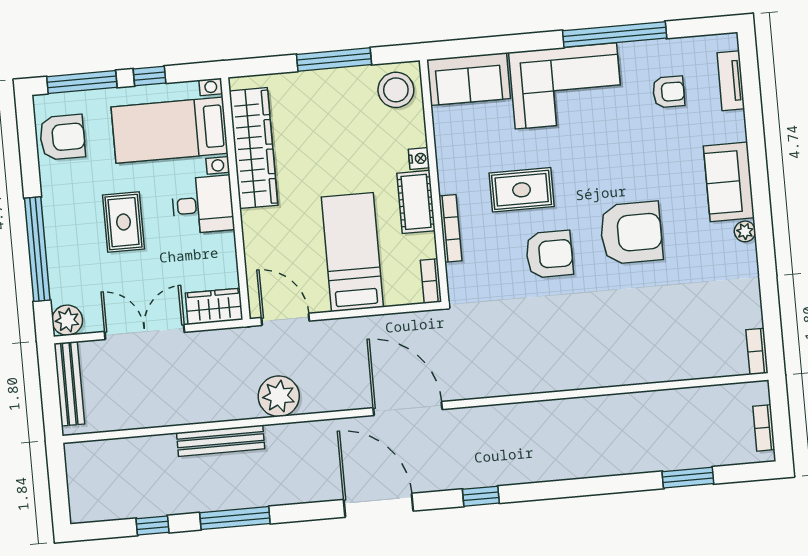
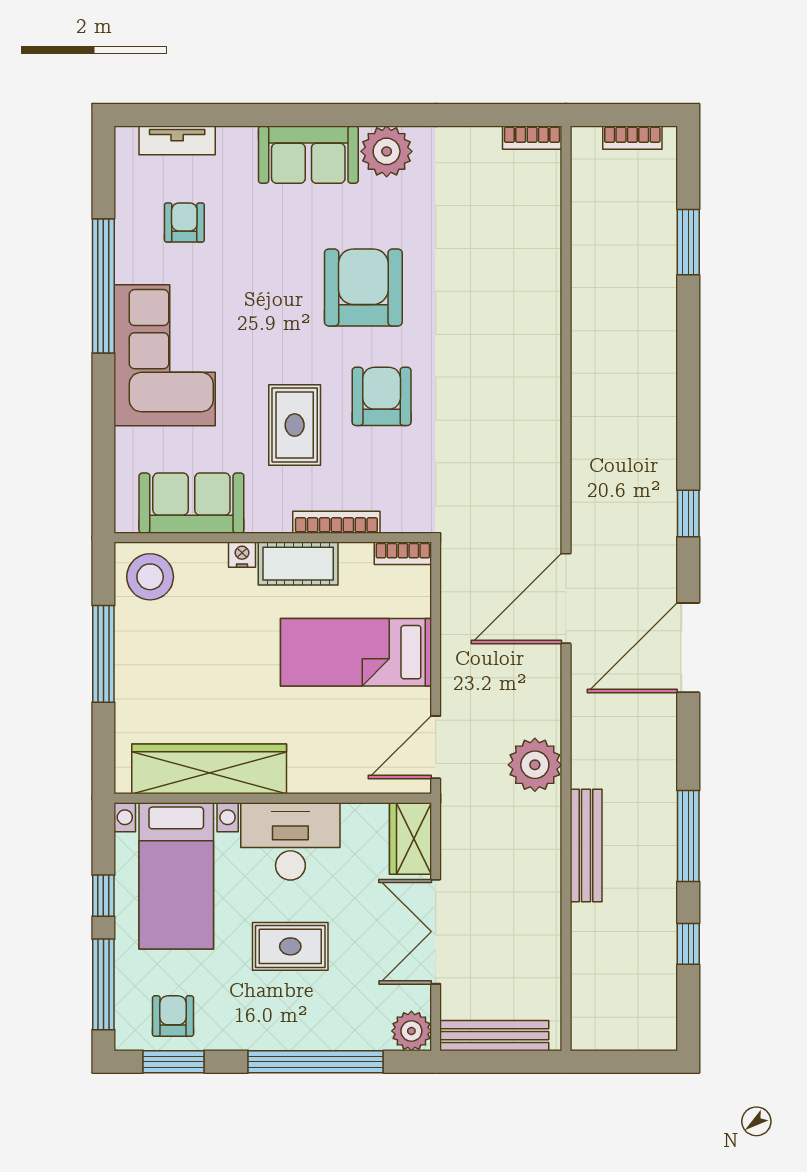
sofa: (469, 79) -> (191, 503), moved, turned -90
armchair: (62, 137) -> (173, 1016), width x0.72, depth x0.72
window: (28, 141) -> (174, 1062), added
desk: (203, 205) -> (290, 841), width x1.37
plant: (745, 231) -> (387, 151), width x1.88, depth x1.88

